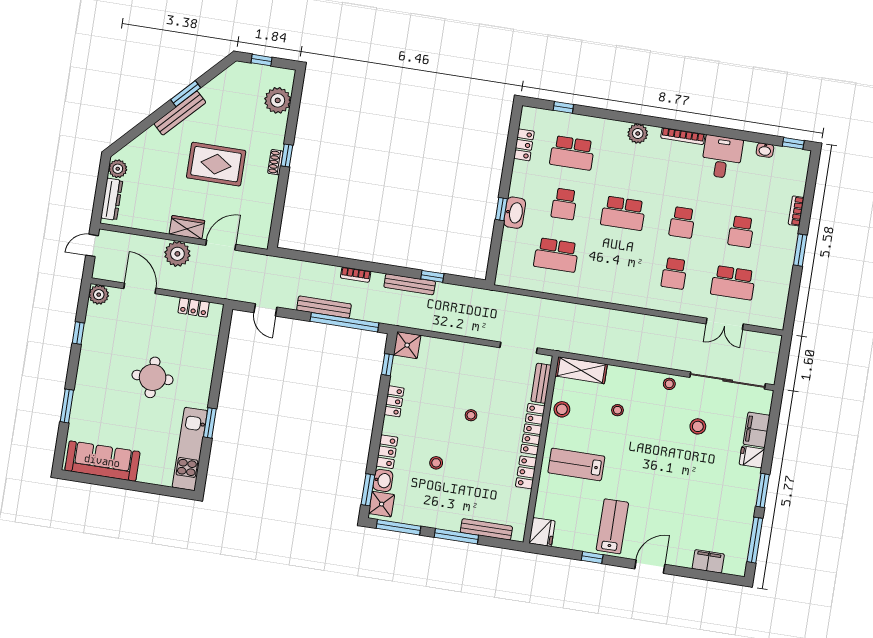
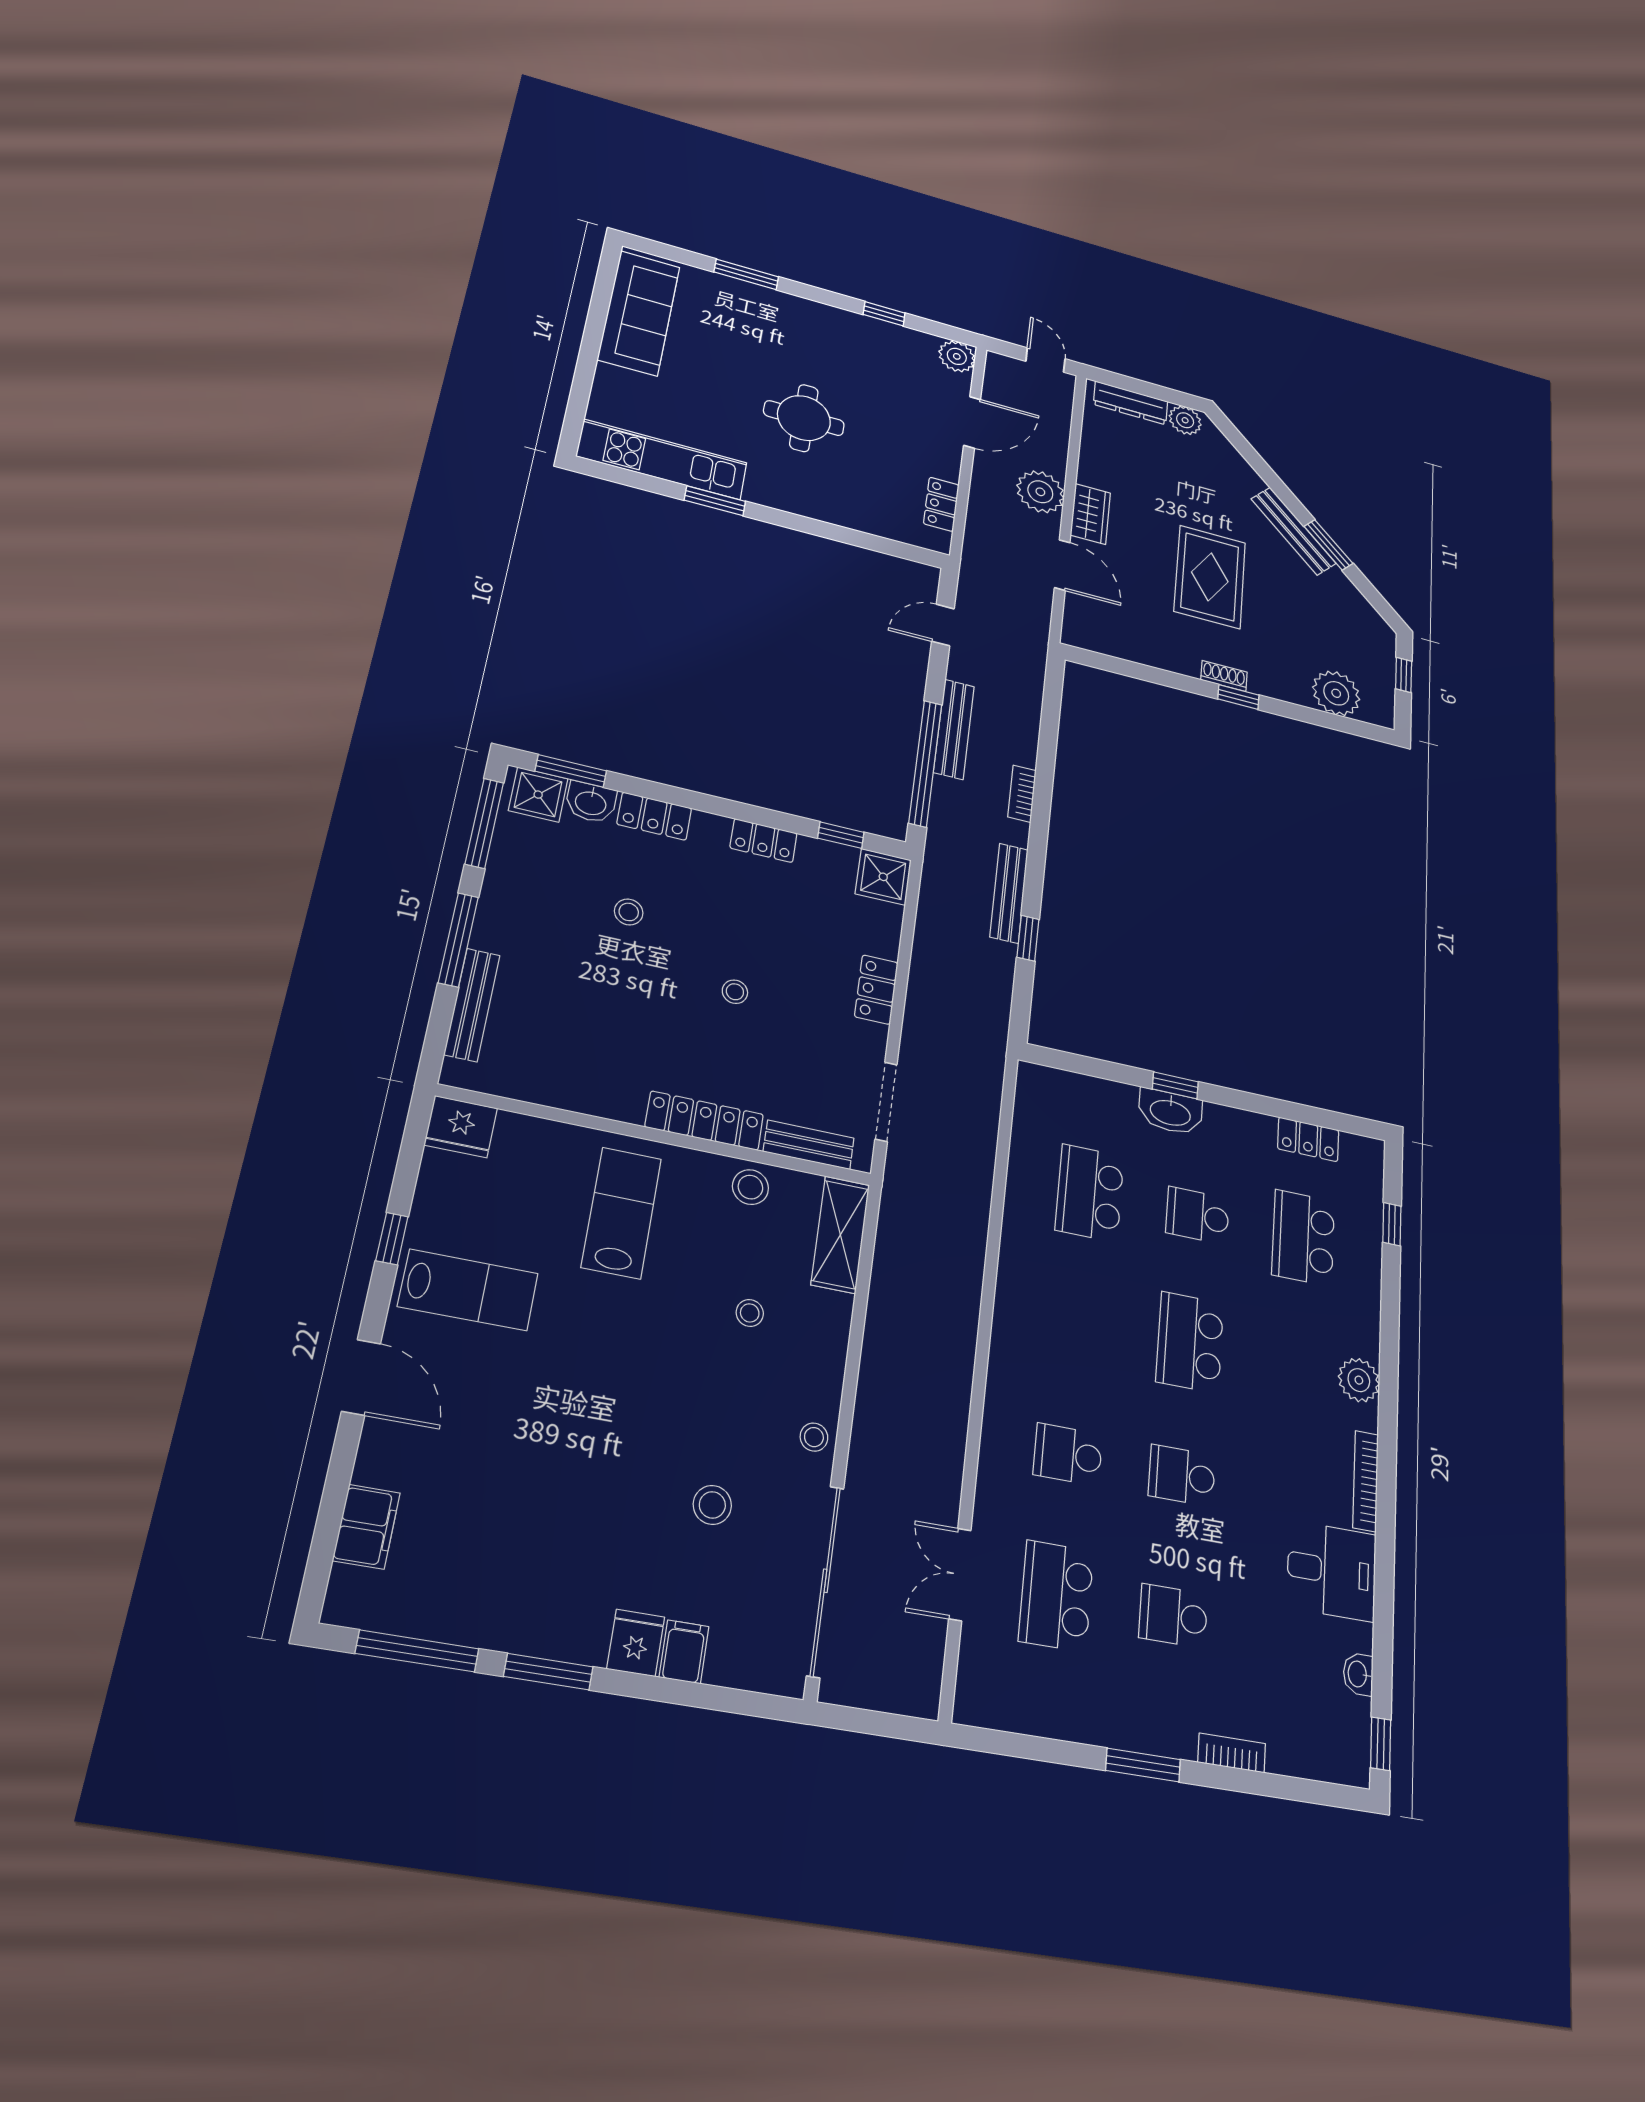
filing cabinet: (757, 430) -> (684, 1652), width x0.50
locker: (526, 472) -> (876, 990), moved, turned -90

